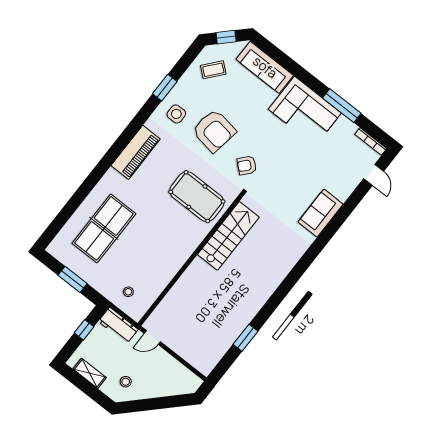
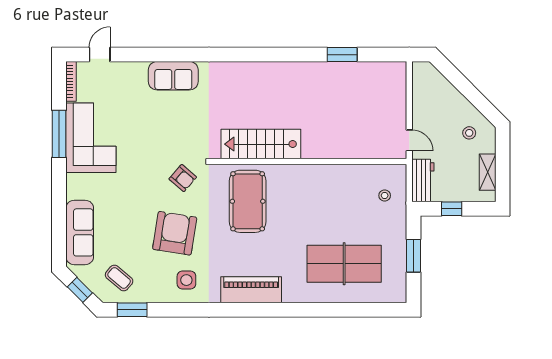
window: (165, 88) -> (132, 310), moved
corner sofa: (305, 111) -> (91, 138), moved

